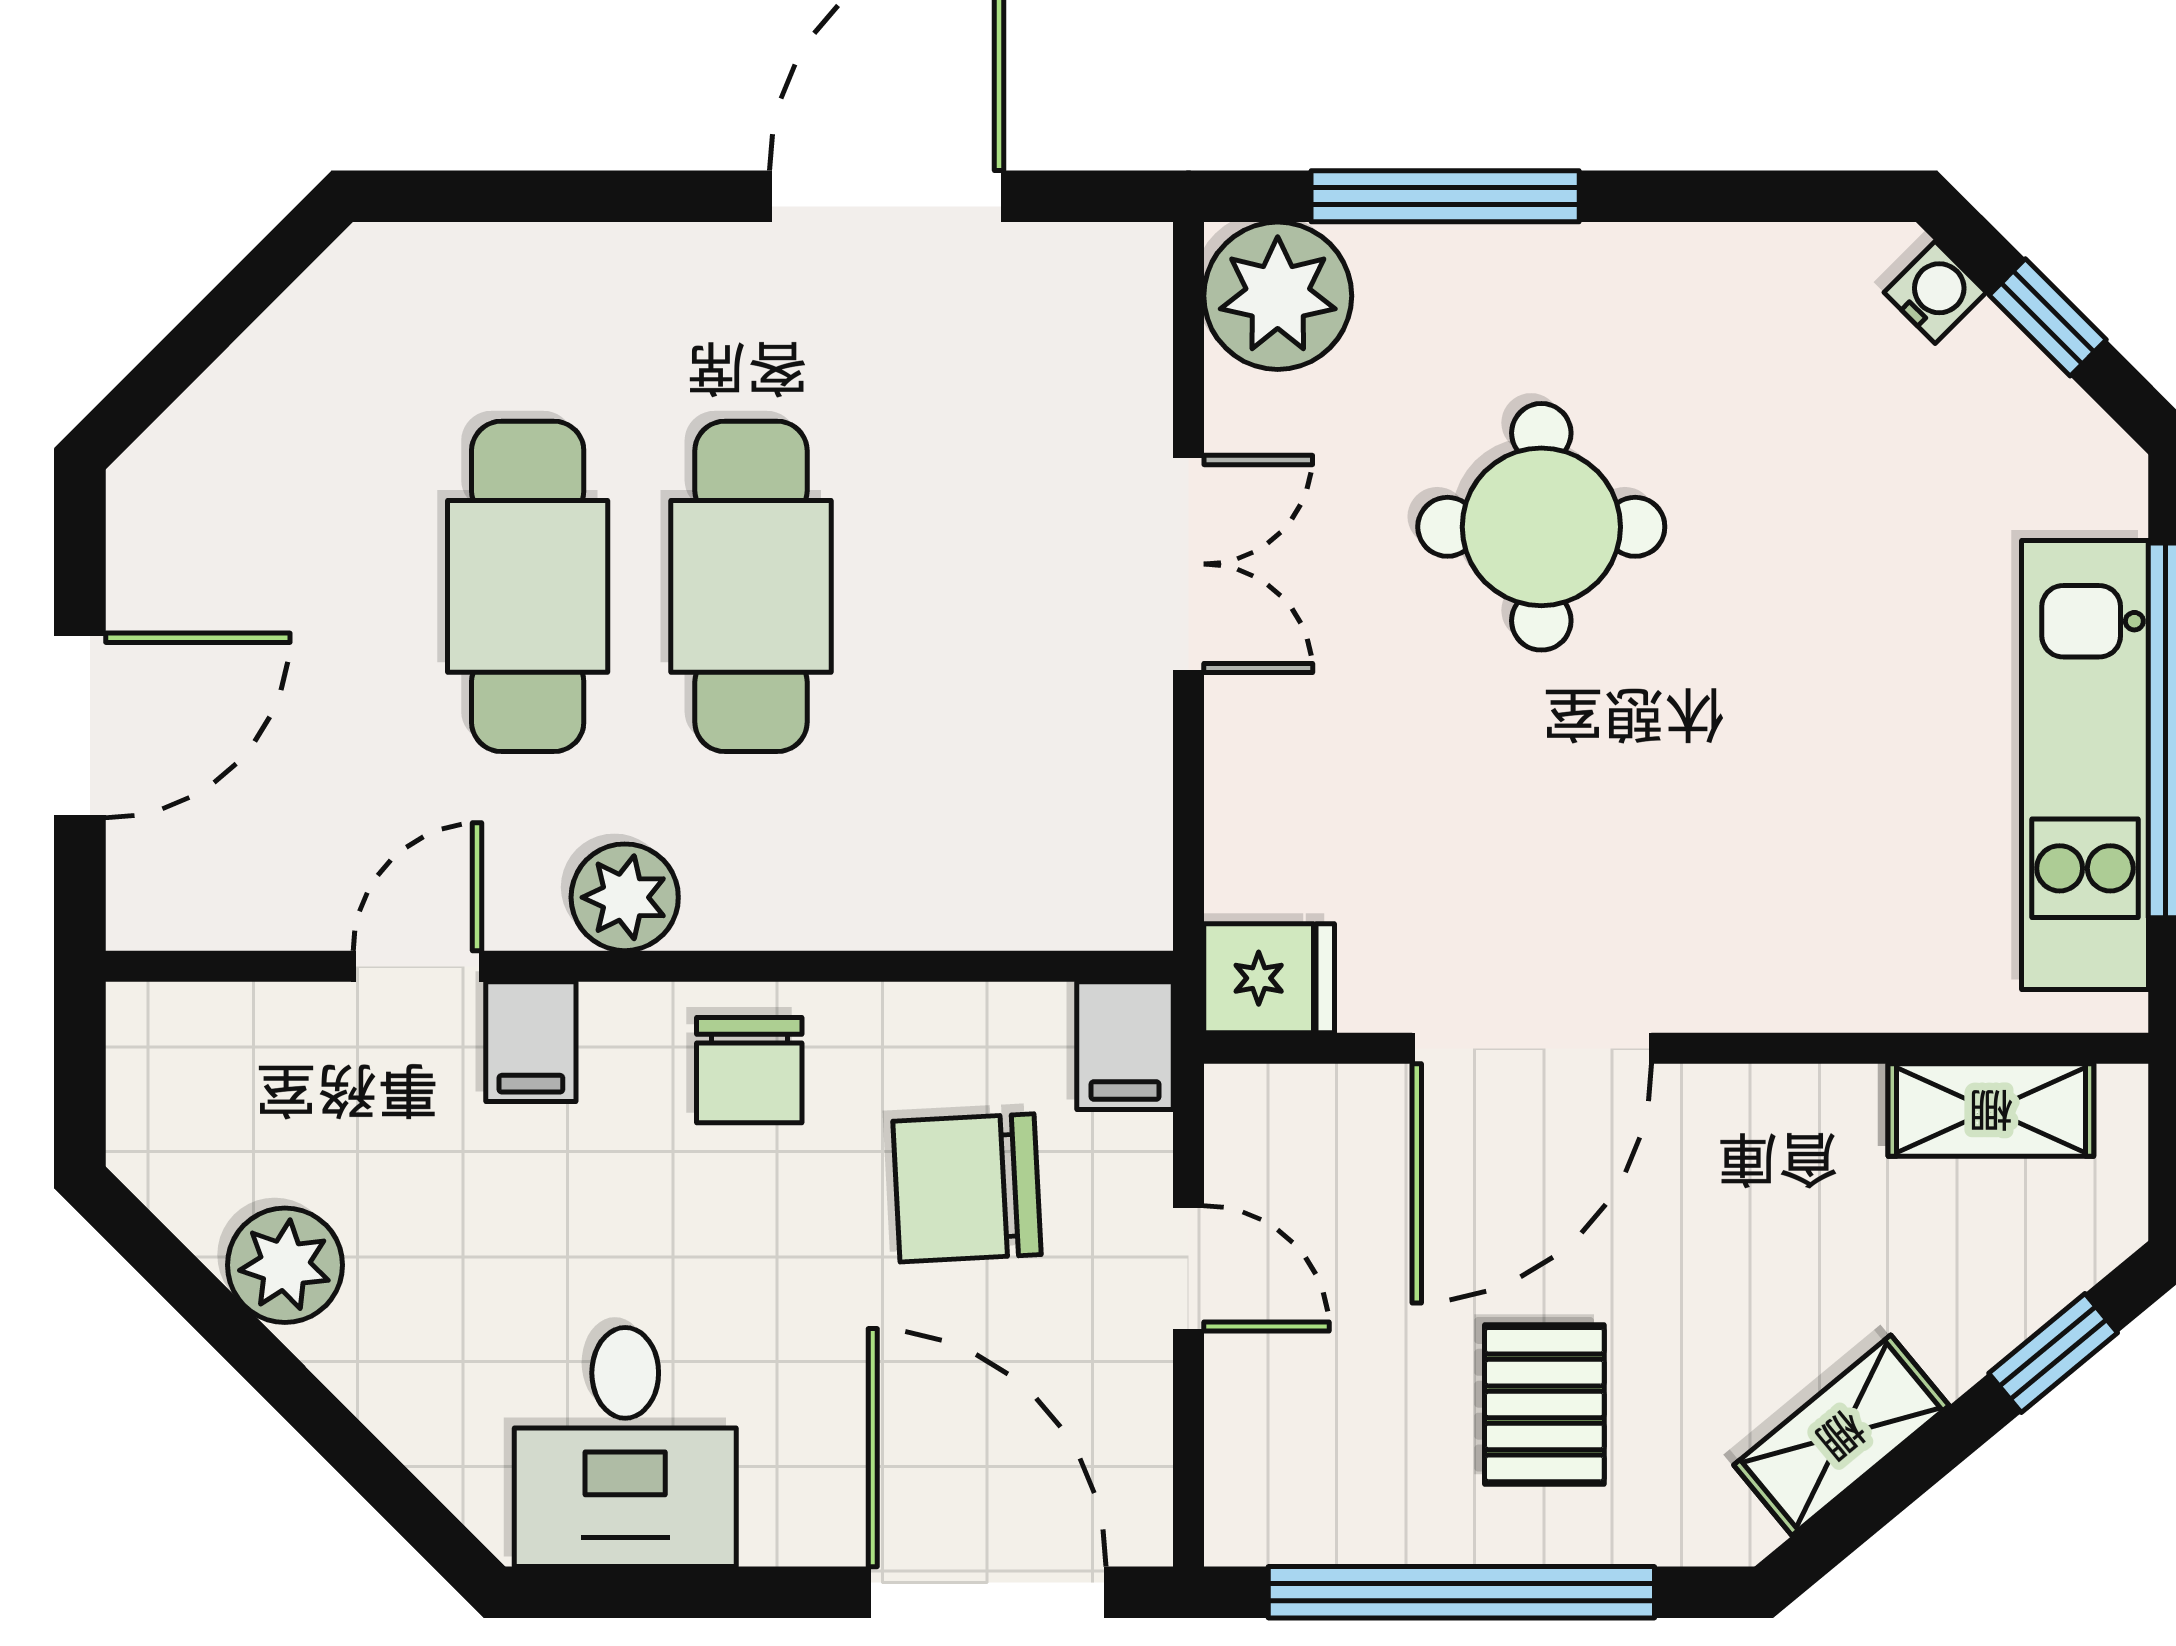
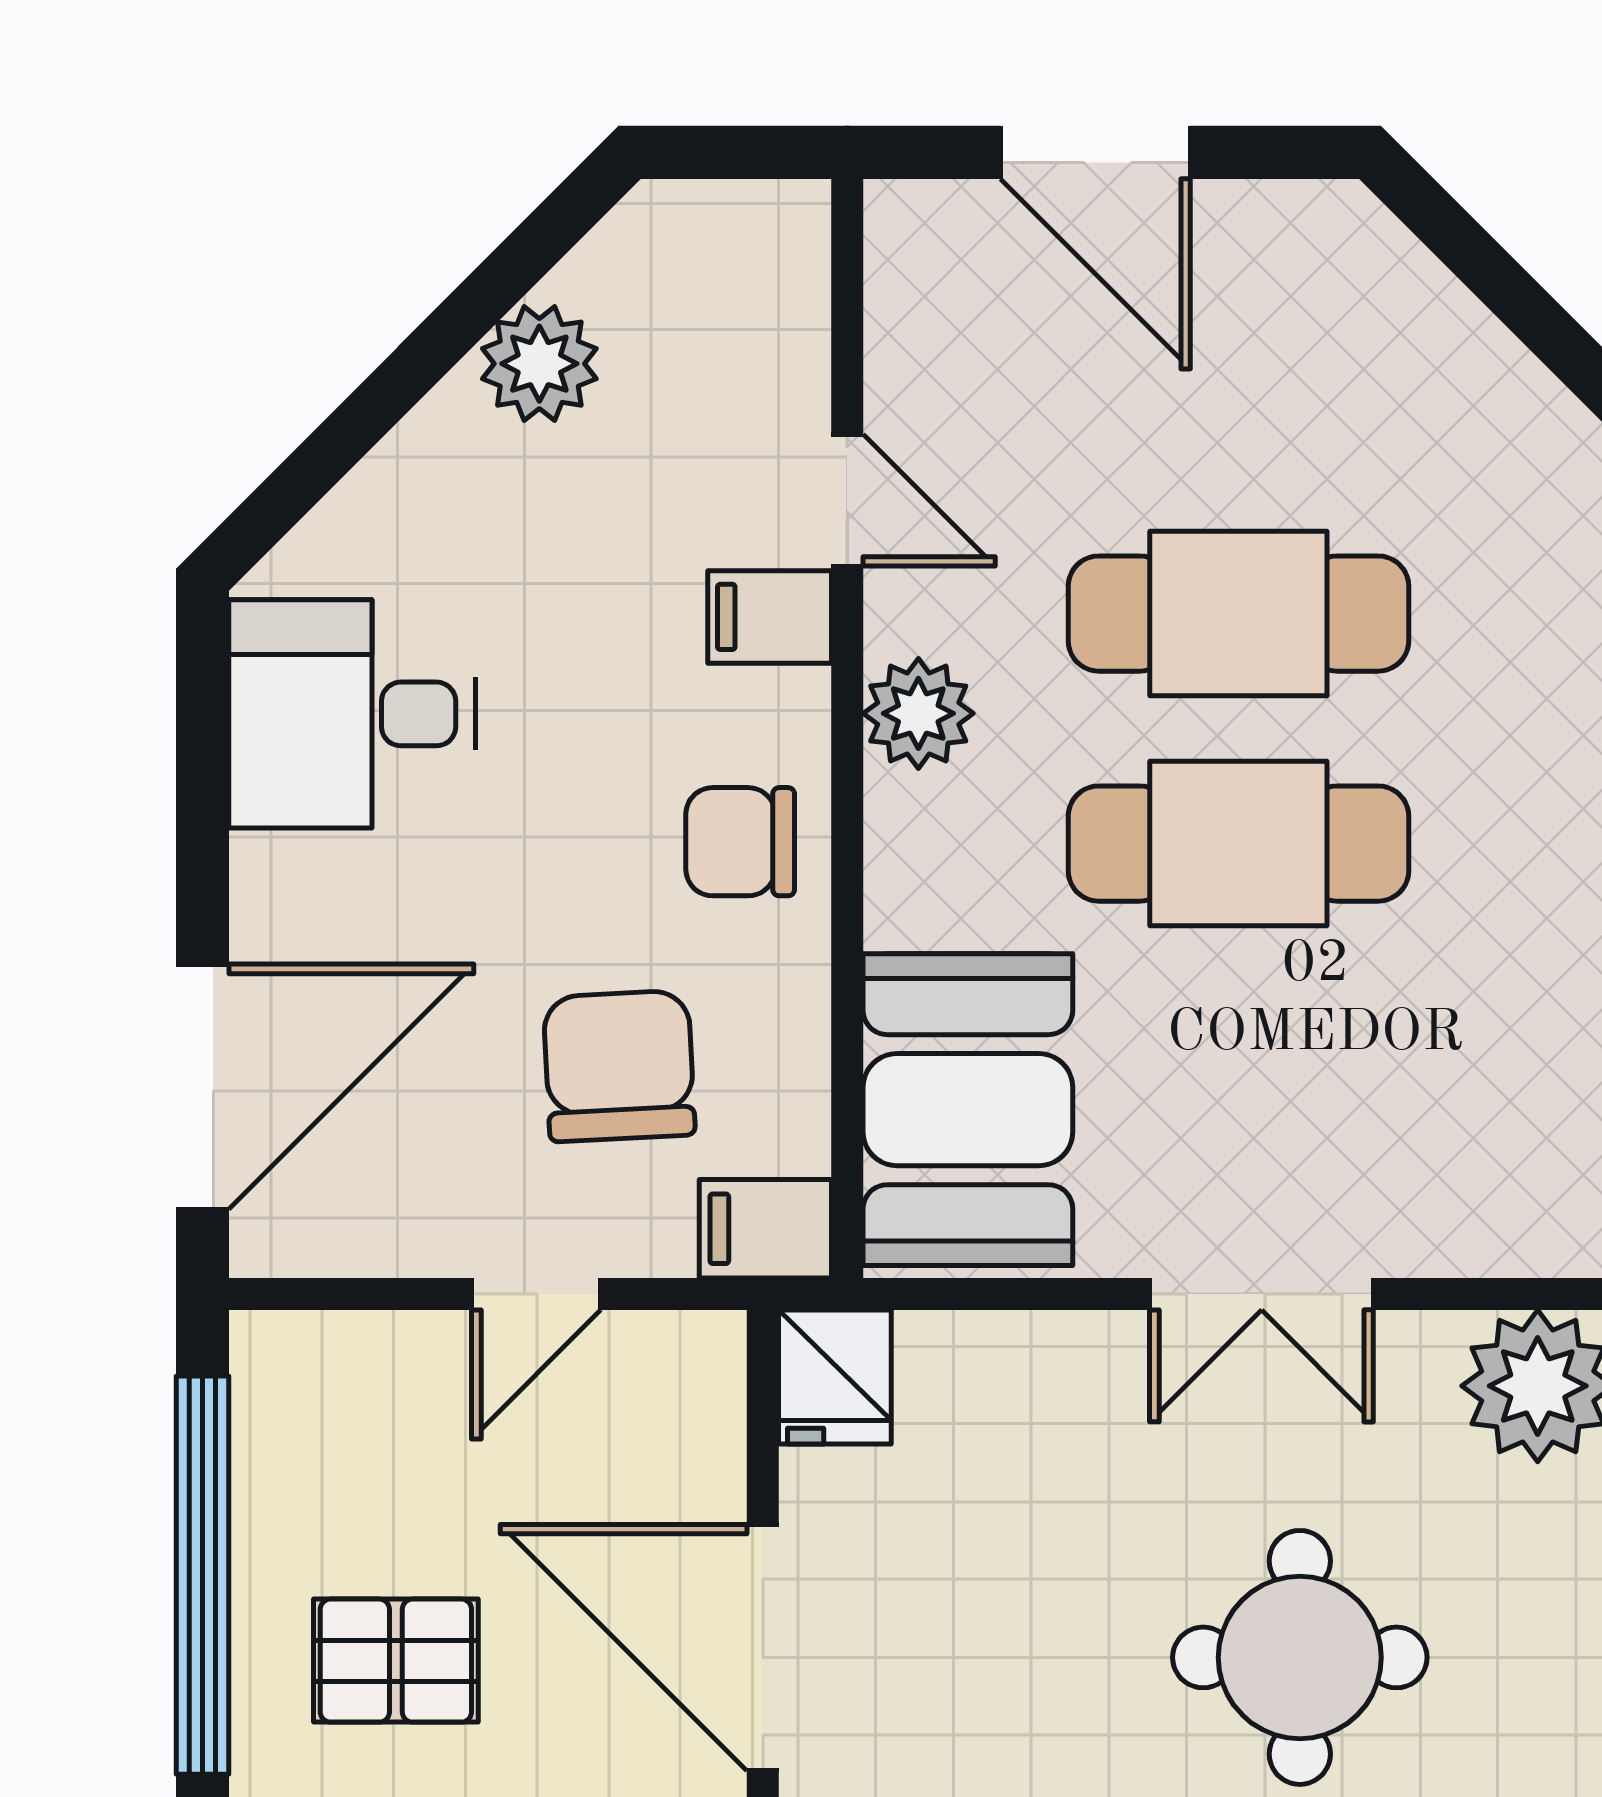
booth: (1009, 849) -> (968, 1110), added

